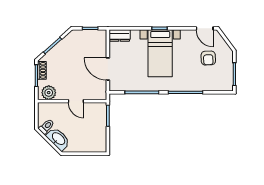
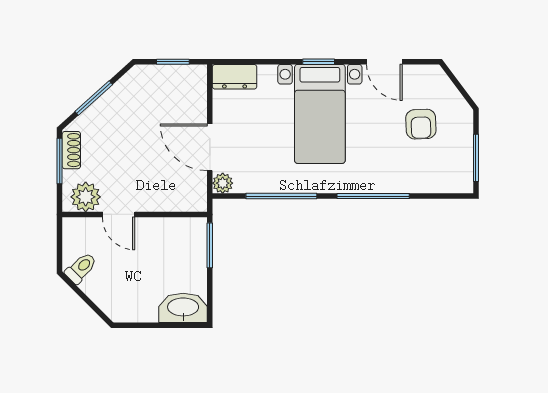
door: (205, 28) -> (384, 62), moved
plant: (114, 86) -> (223, 183), added
door: (76, 101) -> (119, 214), moved
washbasin: (58, 139) -> (183, 308), moved, turned -45

